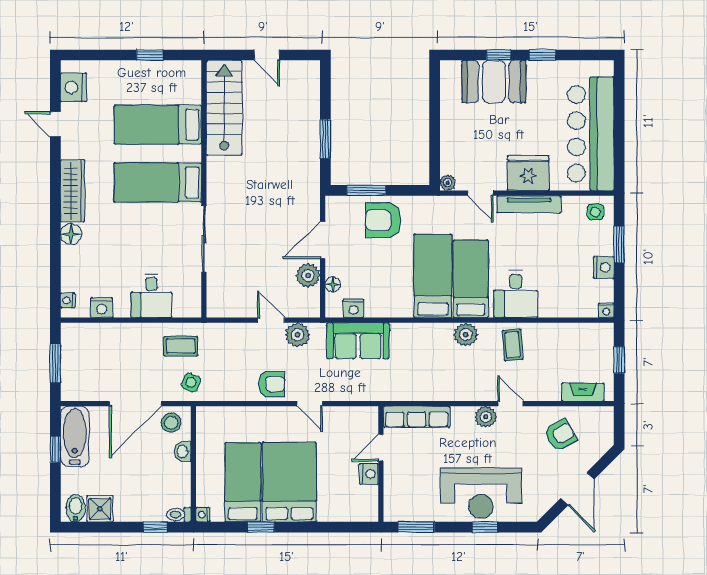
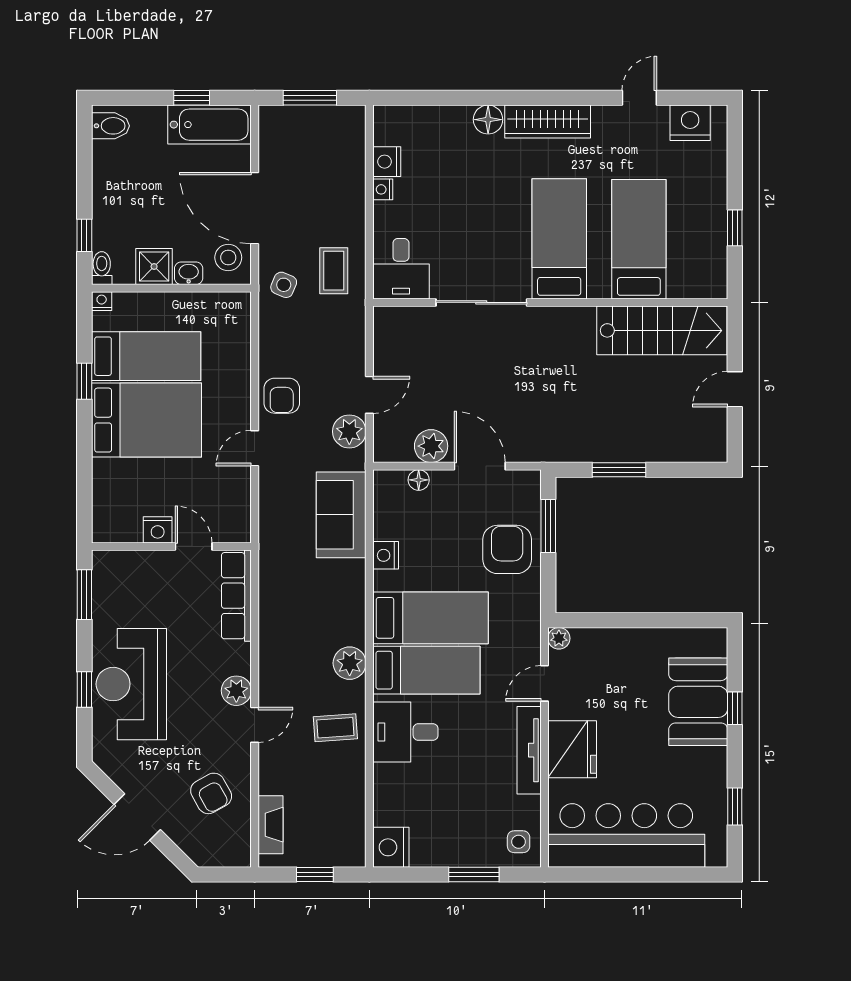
window: (542, 55) -> (735, 807), moved
nightstand: (604, 267) -> (442, 853), removed
desk: (151, 296) -> (401, 269), moved, turned -90
nightstand: (68, 300) -> (383, 189), moved, turned -90
nightstand: (353, 308) -> (386, 555), moved
nightstand: (606, 310) -> (391, 847), width x1.89, depth x1.79
shower: (100, 509) -> (154, 266), moved

